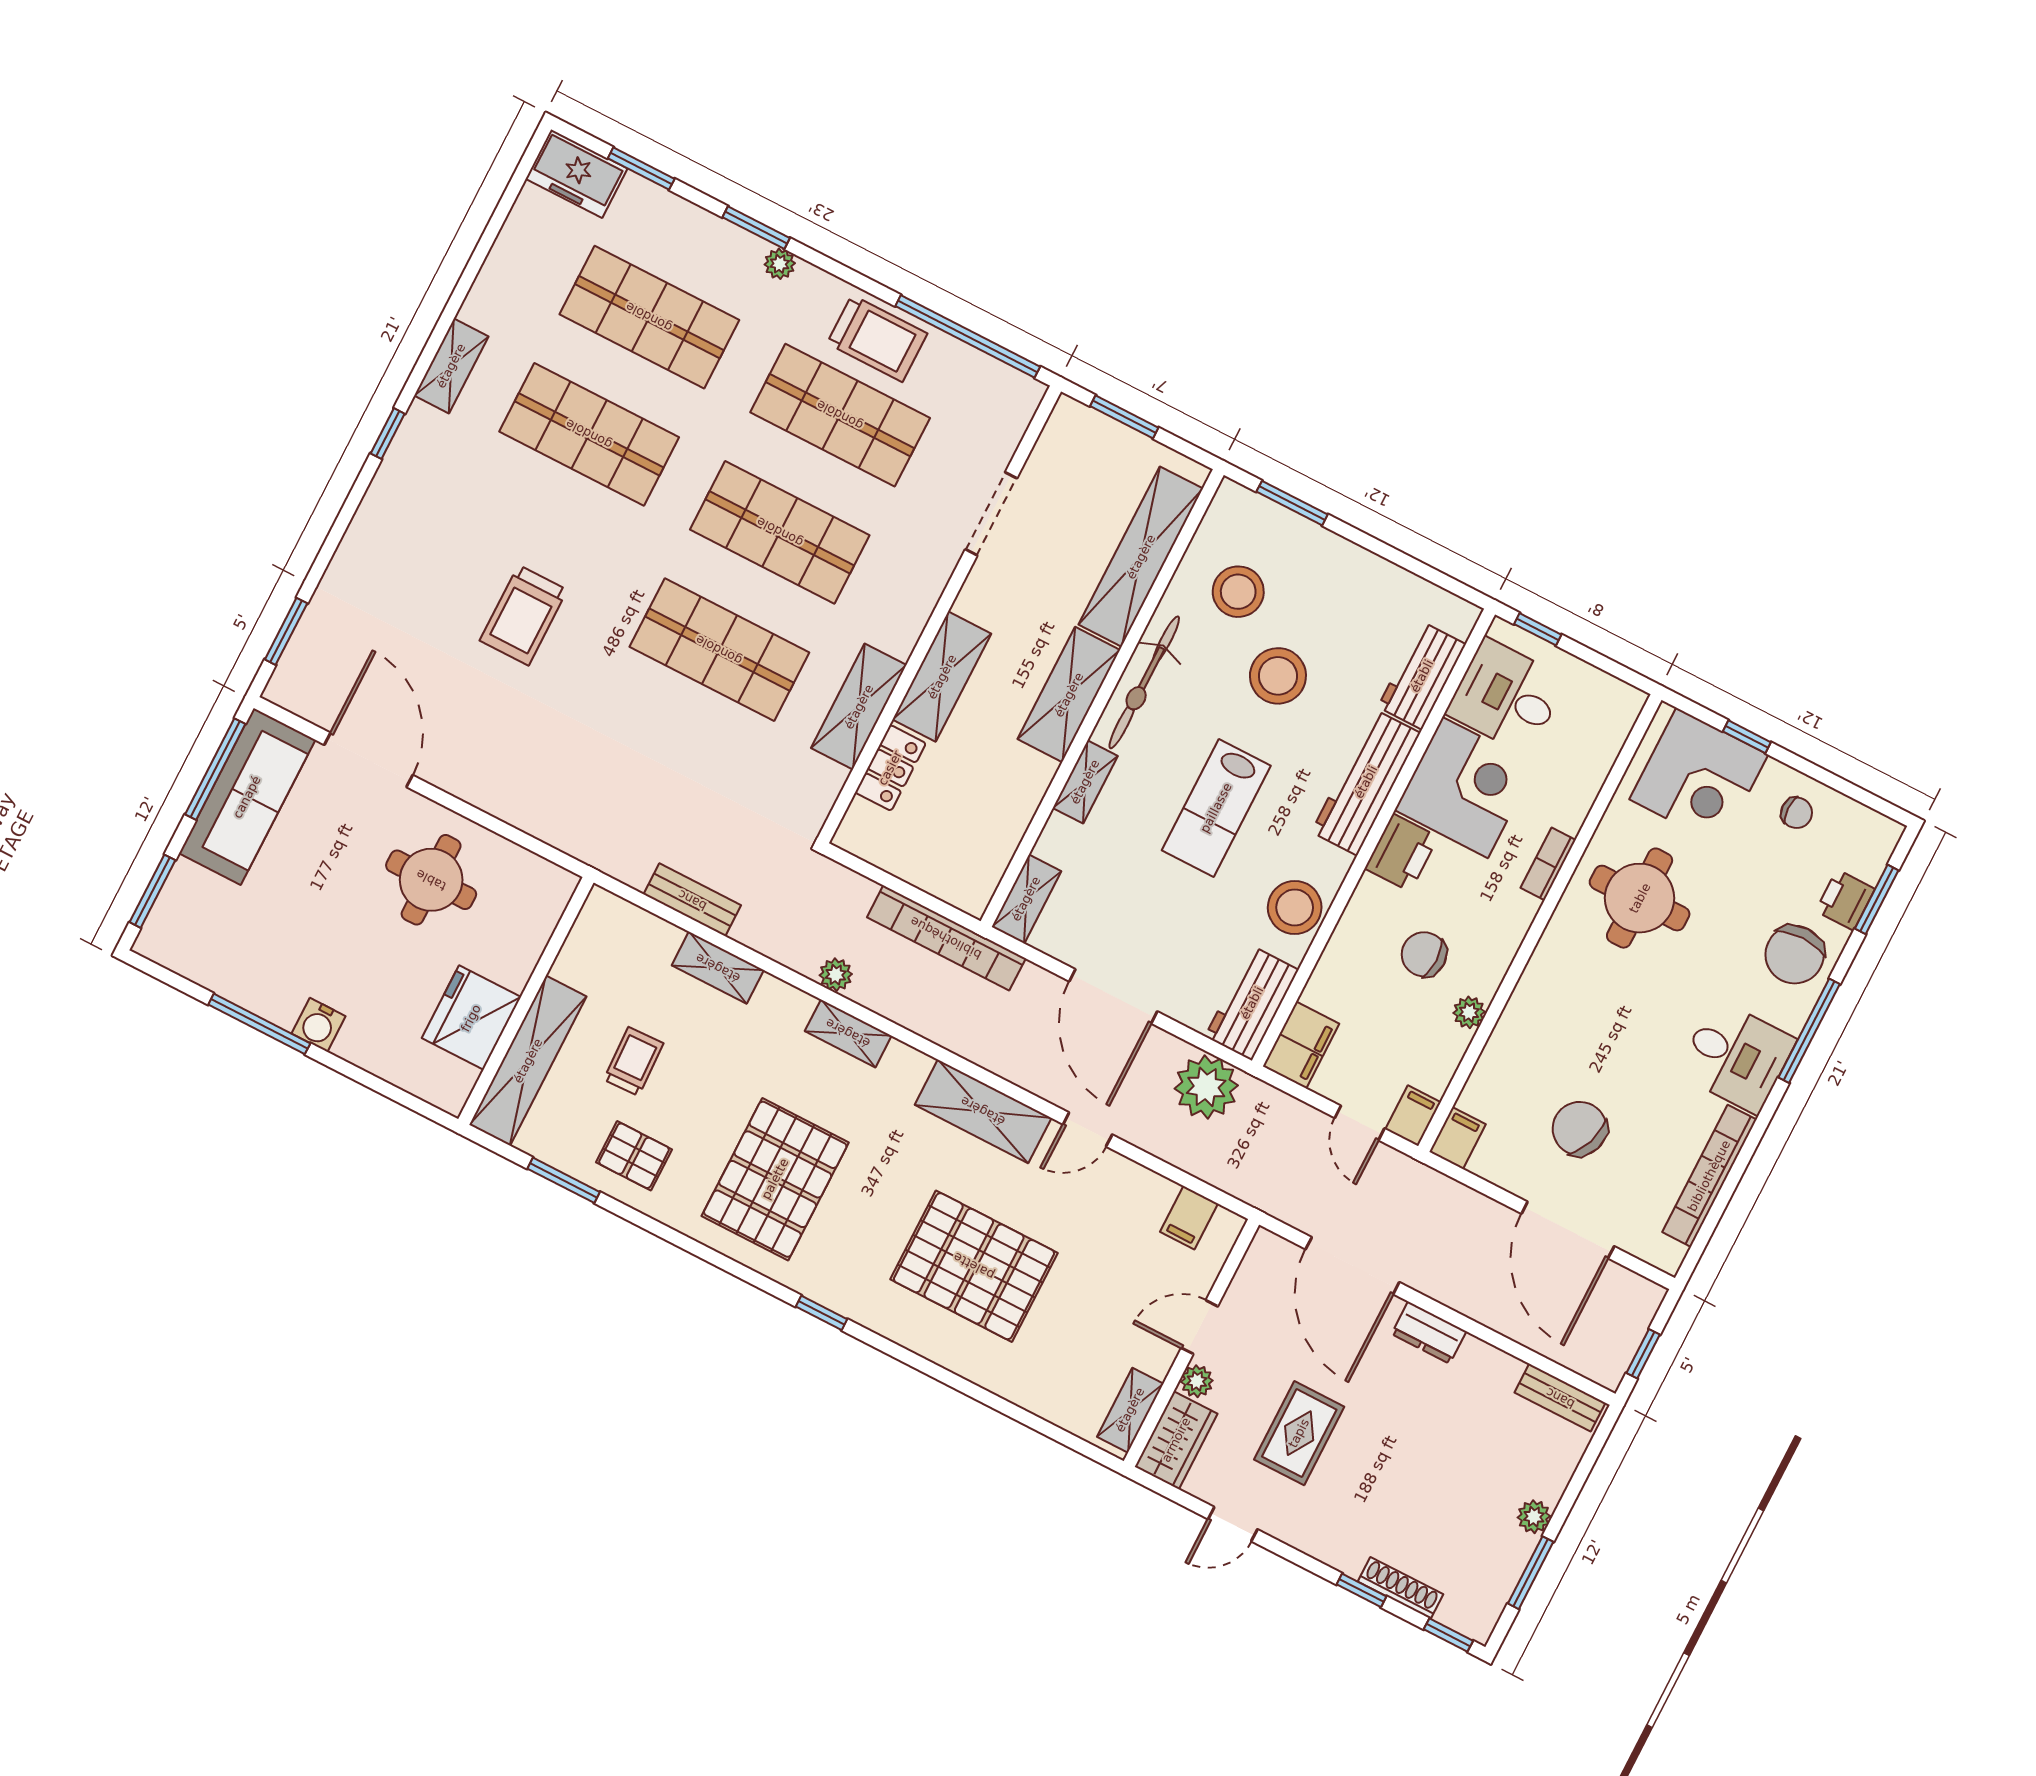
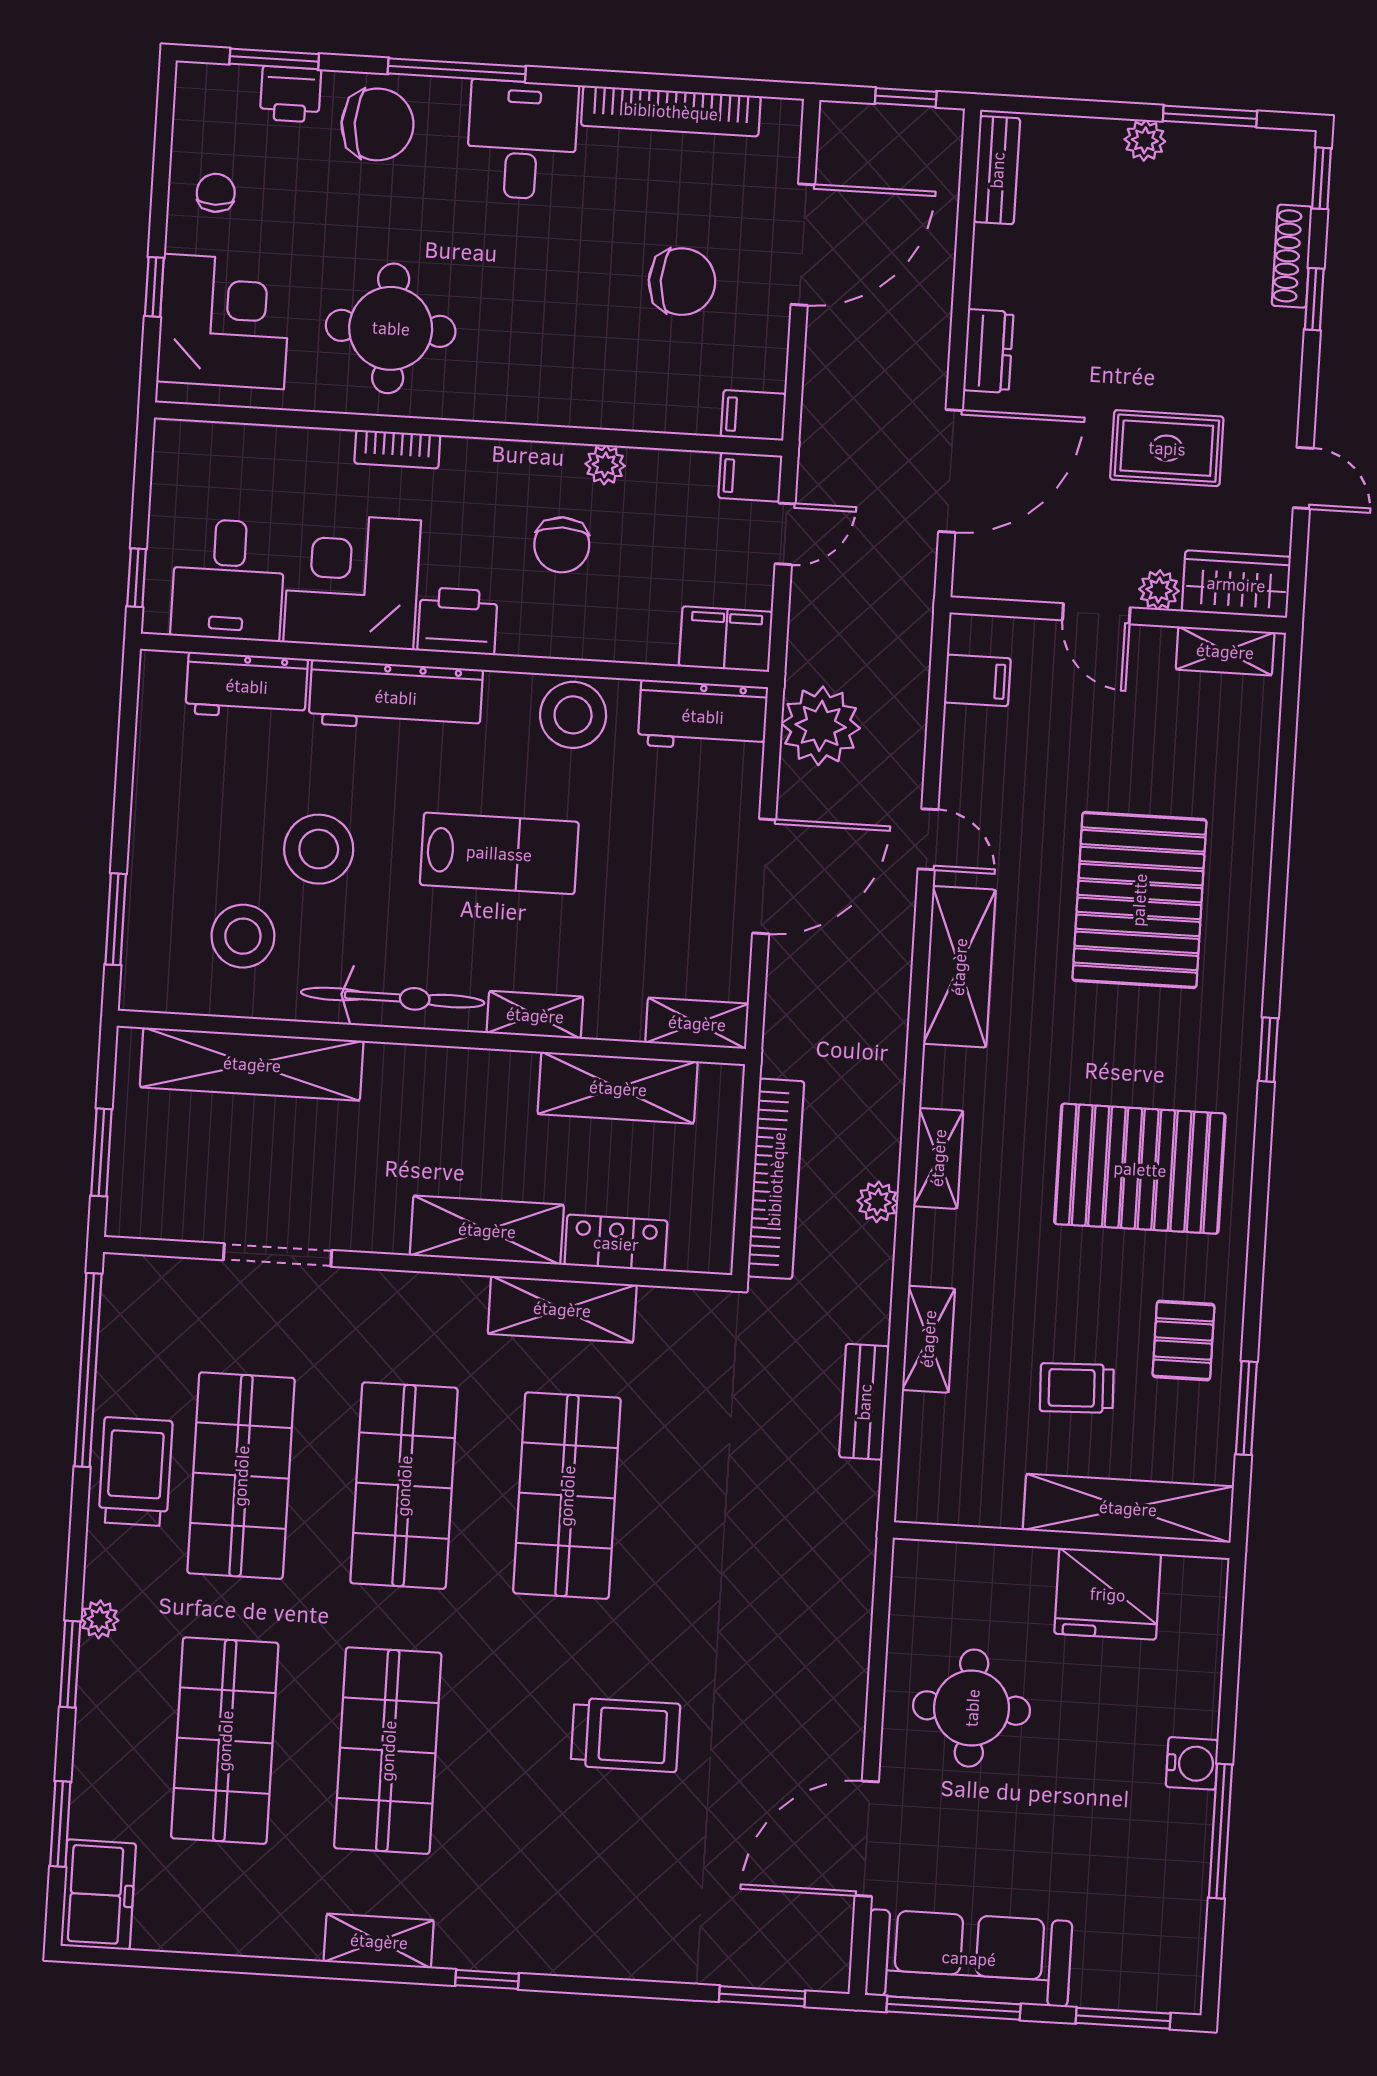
shelving: (1069, 695) -> (618, 1088), moved
bookcase: (946, 938) -> (776, 1179), moved
chair: (1580, 1129) -> (682, 282), turned -110

